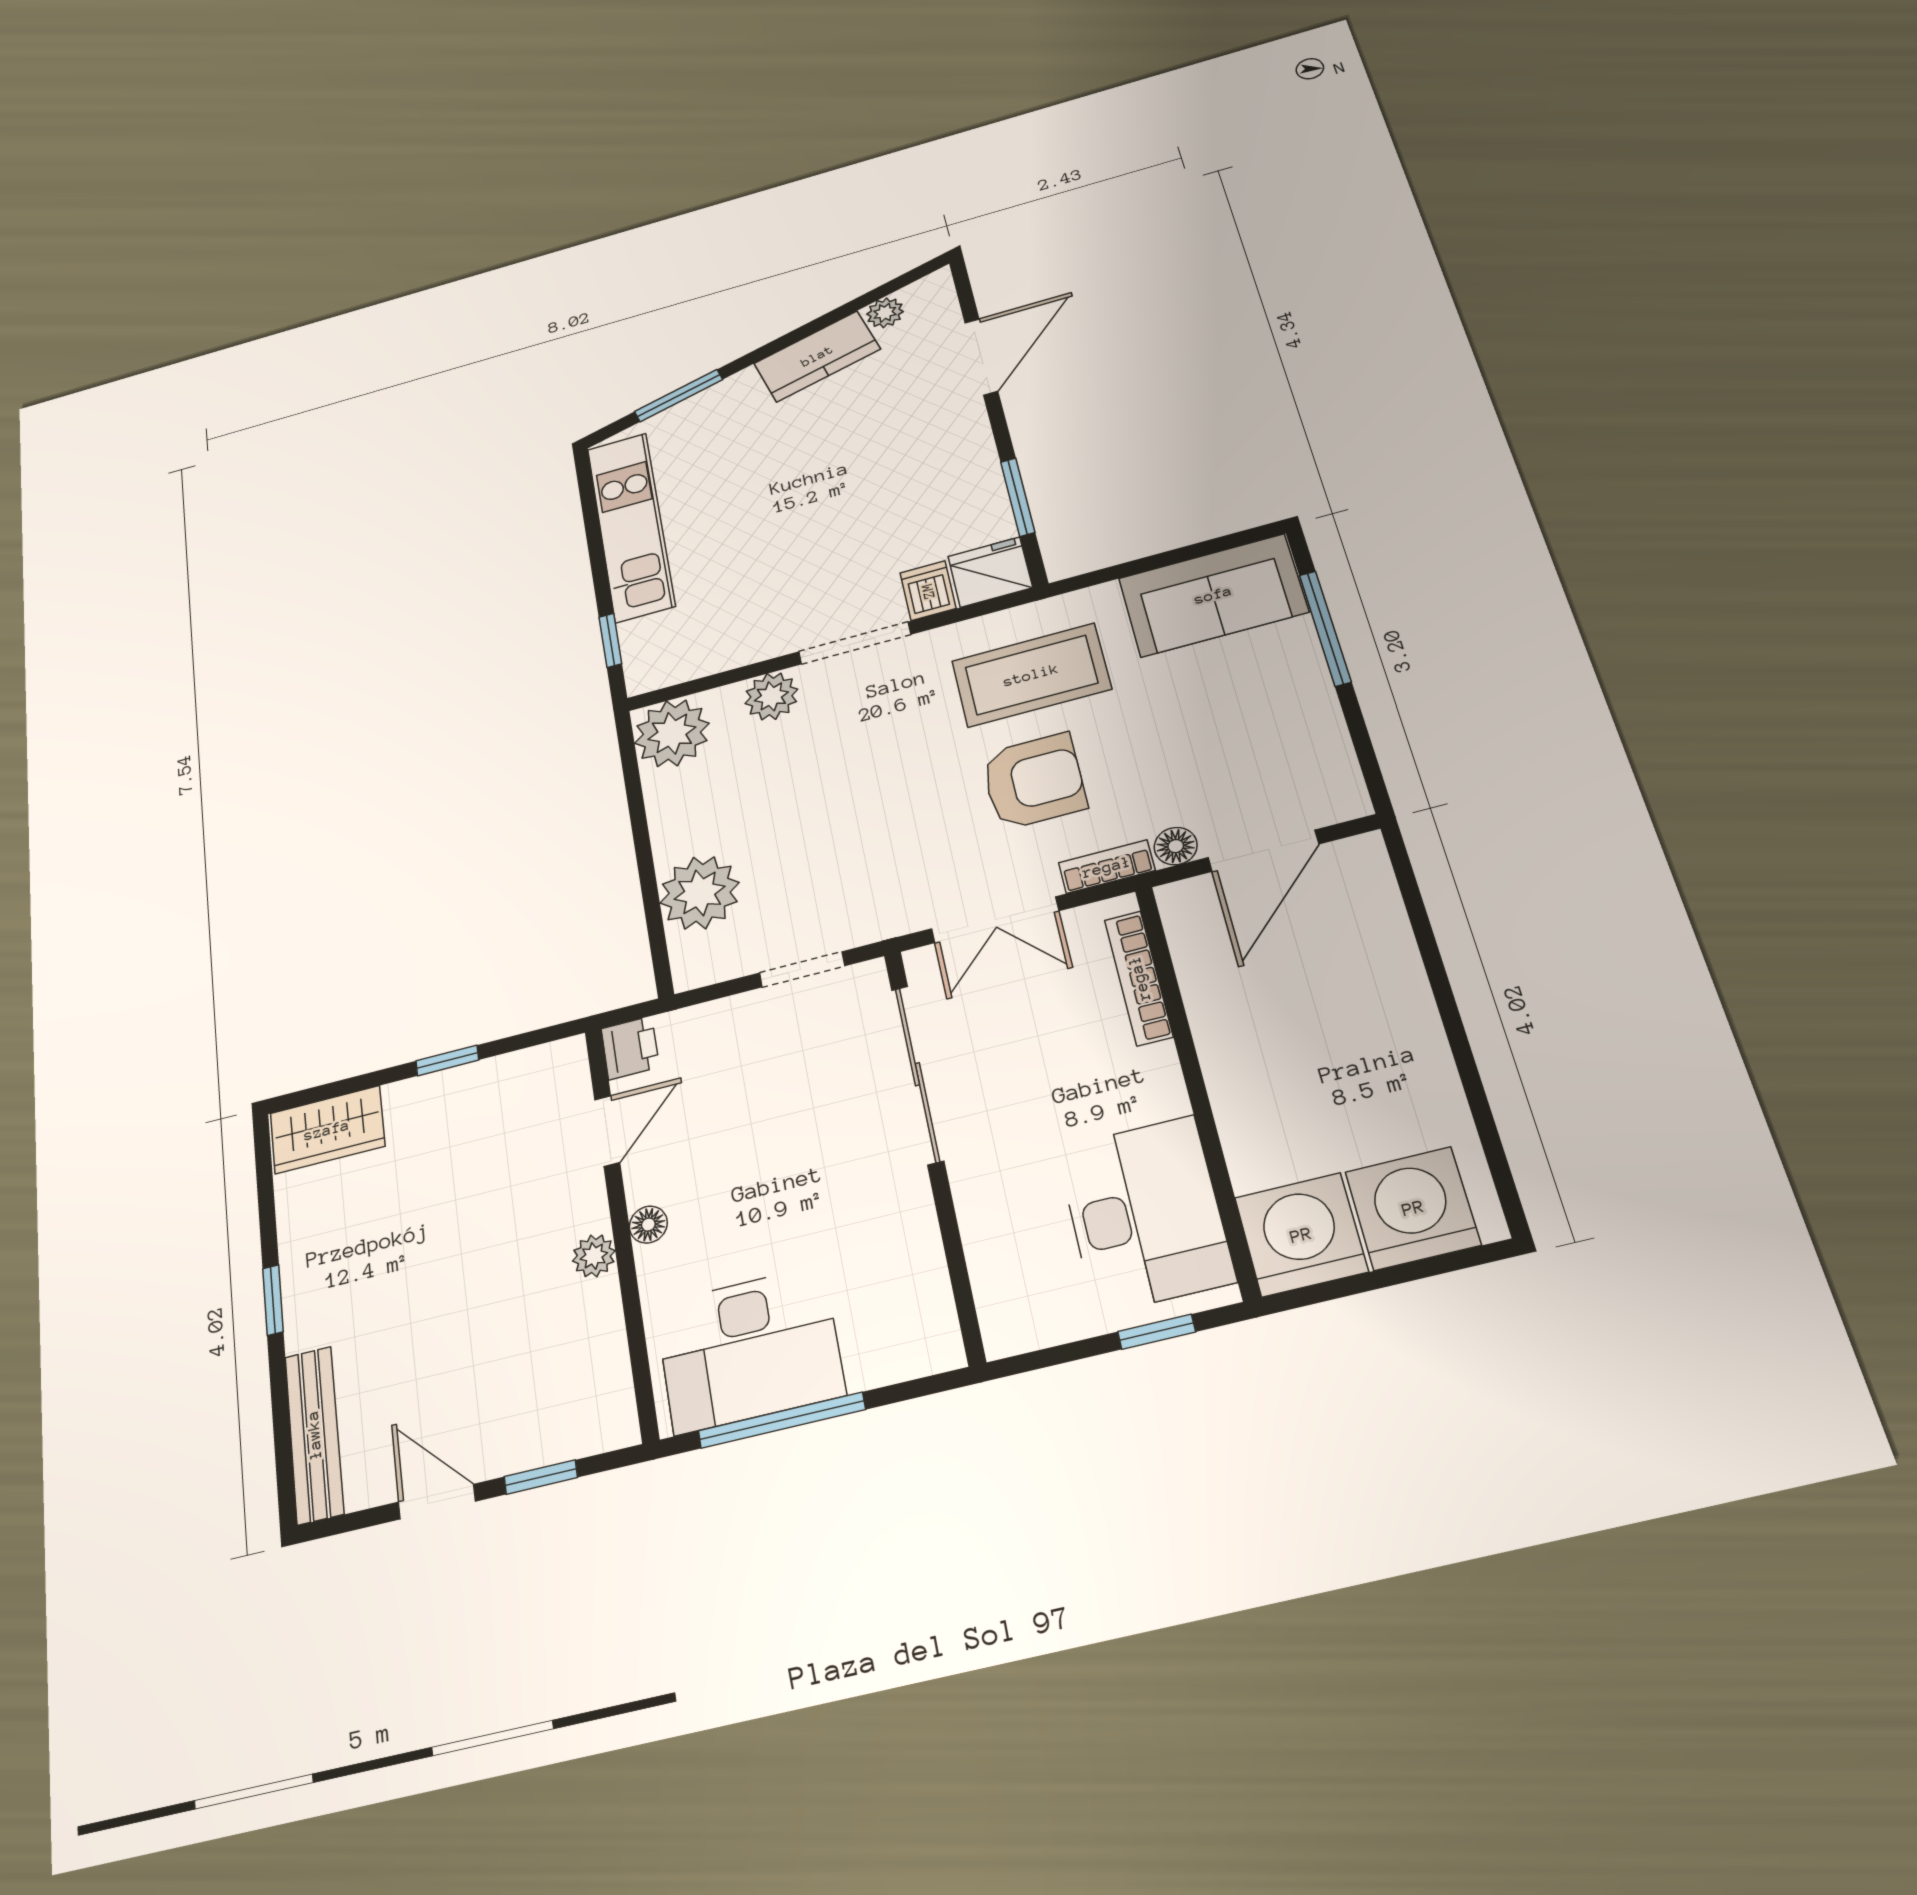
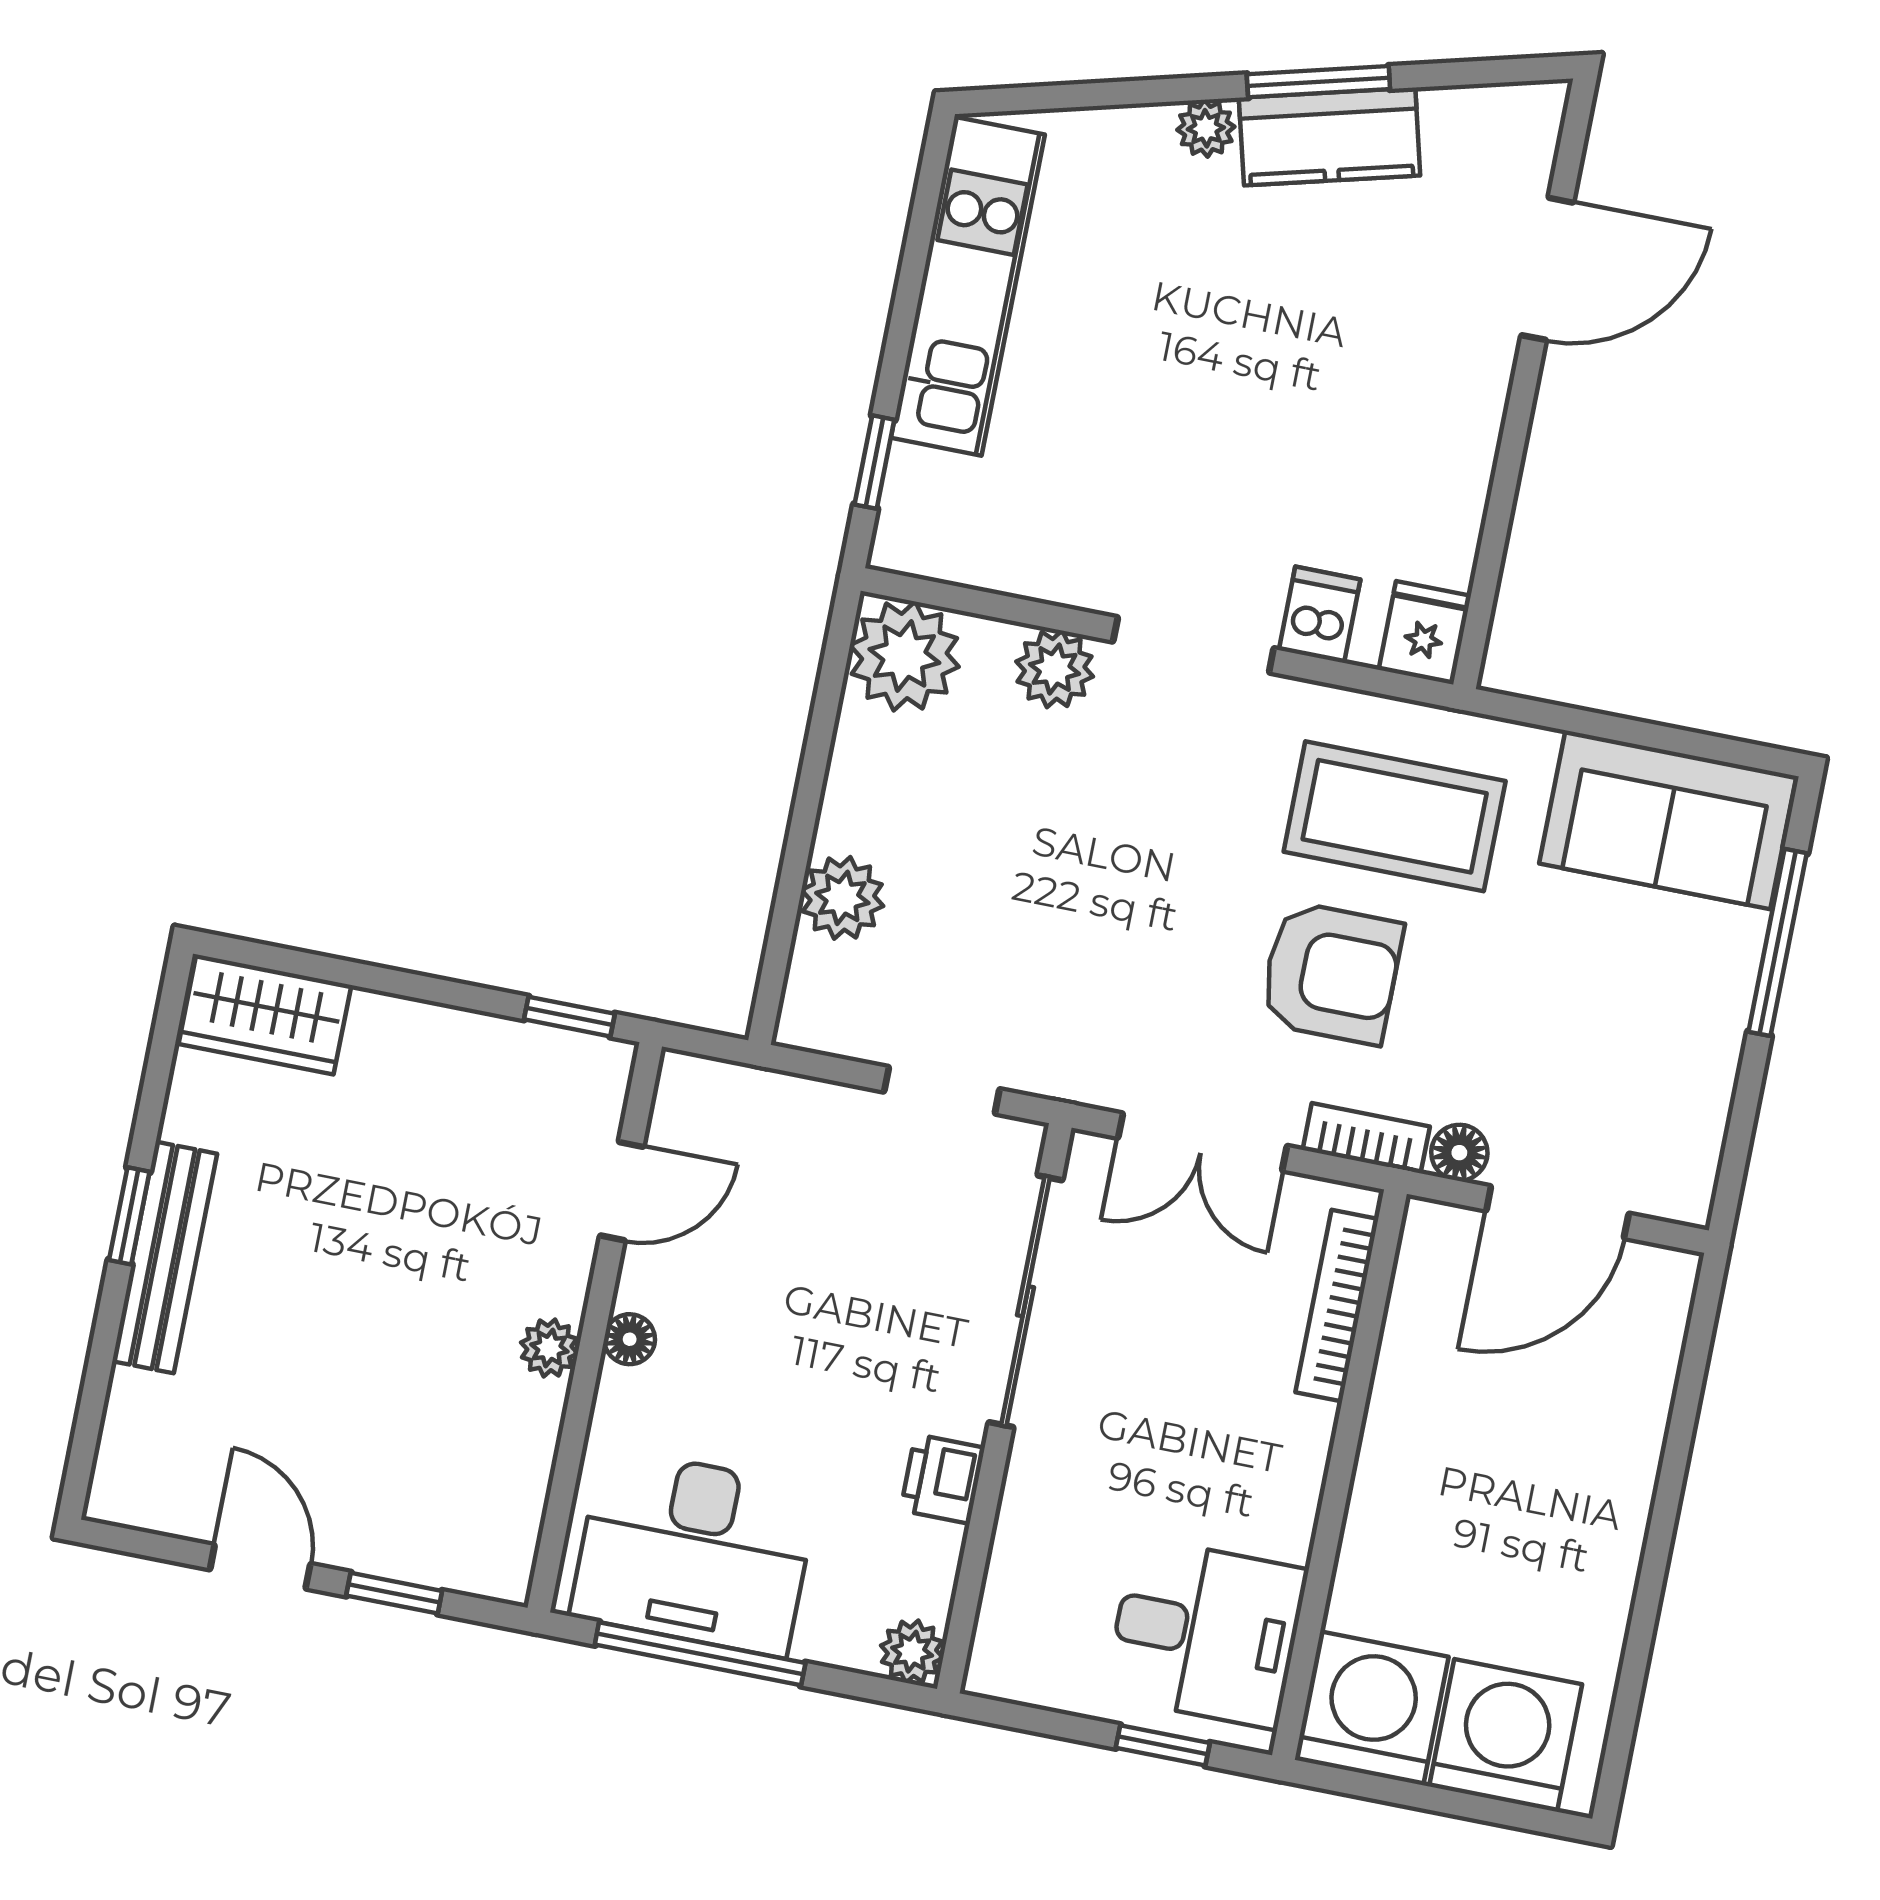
plant: (885, 313) -> (1206, 128), moved
window: (679, 396) -> (1318, 82), moved
window: (1018, 497) -> (1495, 530), removed
fridge: (990, 572) -> (1425, 633), width x0.72
plant: (700, 893) -> (842, 898), width x0.73, depth x0.73
printer: (630, 1048) -> (943, 1479), moved, turned 180
window: (447, 1060) -> (569, 1017), moved
desk: (1145, 1214) -> (1206, 1633), width x0.73
plant: (938, 1348) -> (912, 1652), added
bench: (314, 1435) -> (165, 1257), moved

